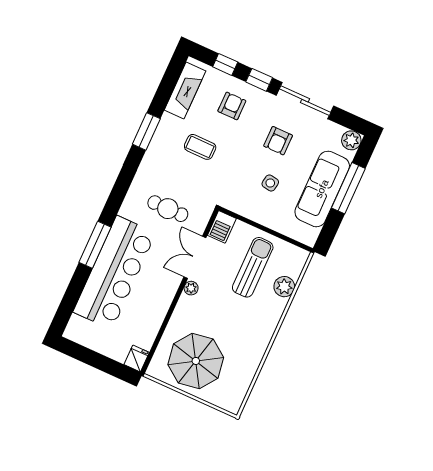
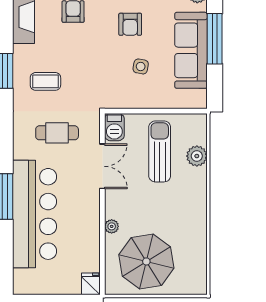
coffee table: (200, 147) -> (45, 81), moved
double door: (195, 257) -> (102, 166), swing flipped
plant: (191, 288) -> (112, 226), moved

